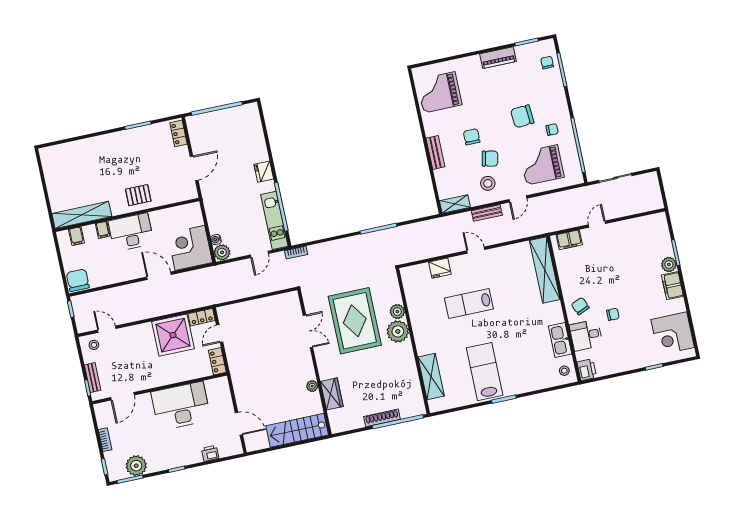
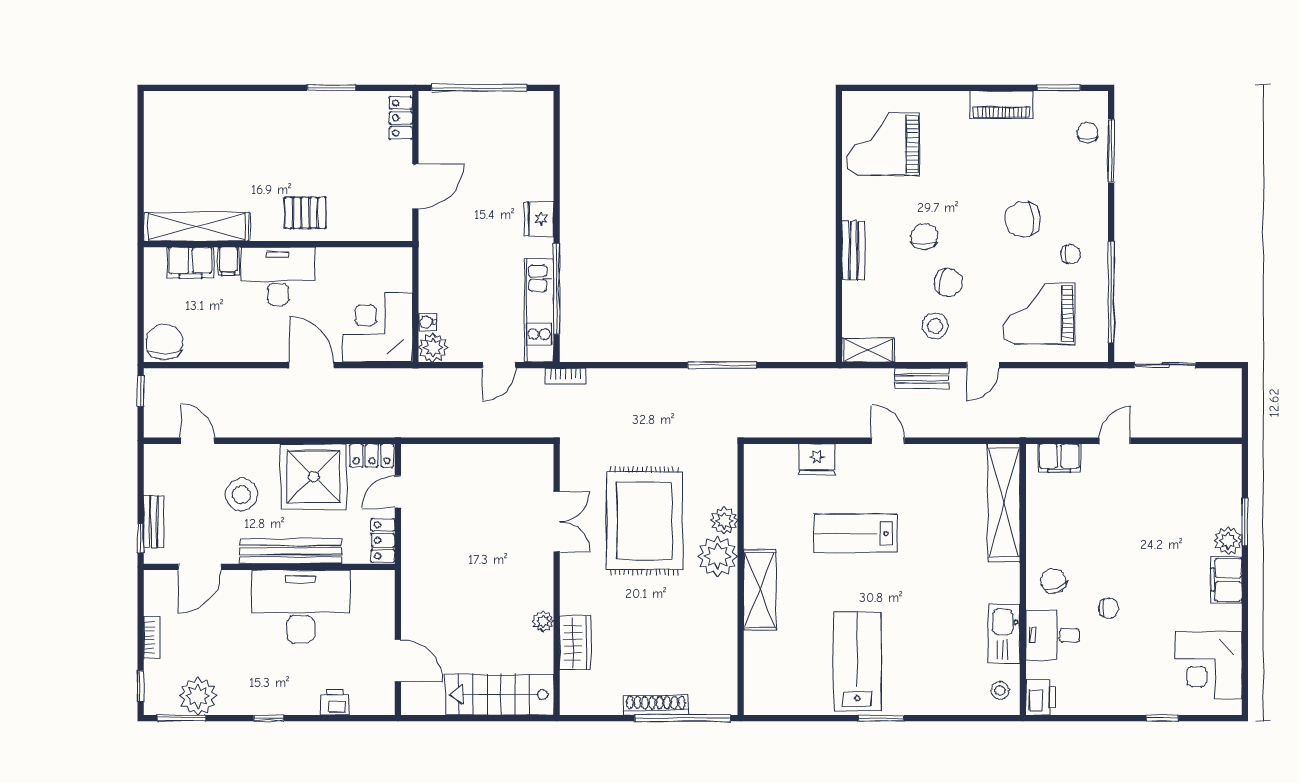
filing cabinet: (76, 236) -> (190, 263), width x2.00
stool: (94, 345) -> (242, 495), moved, width x1.89, depth x1.89
shelving: (431, 376) -> (760, 590), moved
bench: (169, 377) -> (291, 551), added

